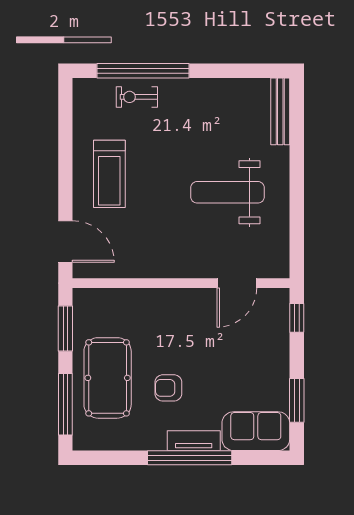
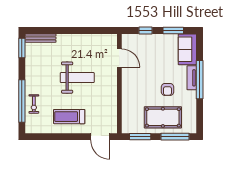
window: (259, 71) -> (22, 48), added
treadmill: (109, 174) -> (69, 117), turned 180
weight bench: (228, 192) -> (77, 78), moved, turned -90
door: (65, 241) -> (100, 137), swing flipped
window: (297, 318) -> (146, 30), moved

